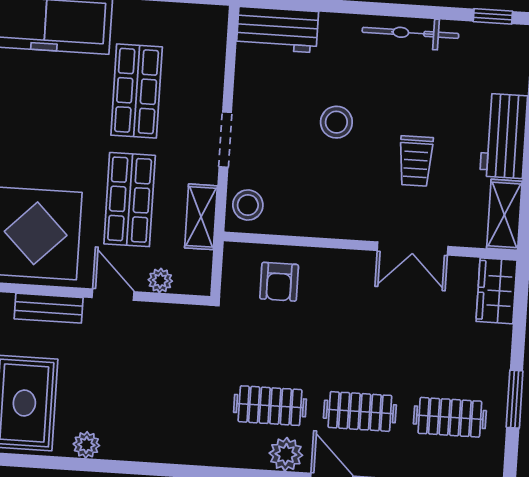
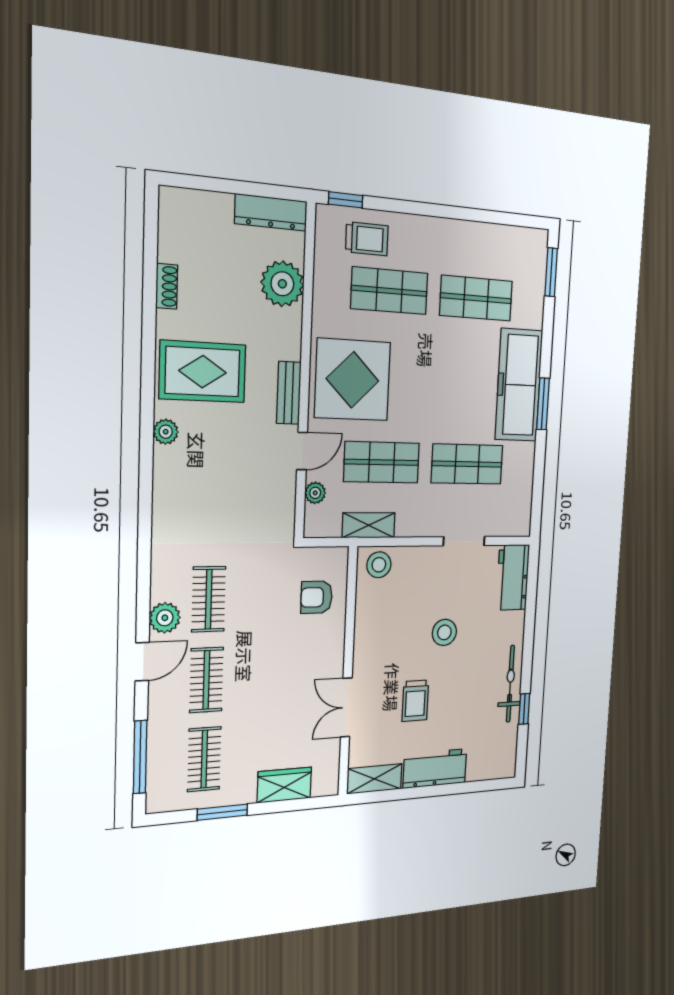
window: (493, 16) -> (524, 709), moved
doorway: (225, 140) -> (464, 541), moved
trolley: (416, 161) -> (415, 701), turned -90
wardrobe: (497, 291) -> (284, 785), moved

